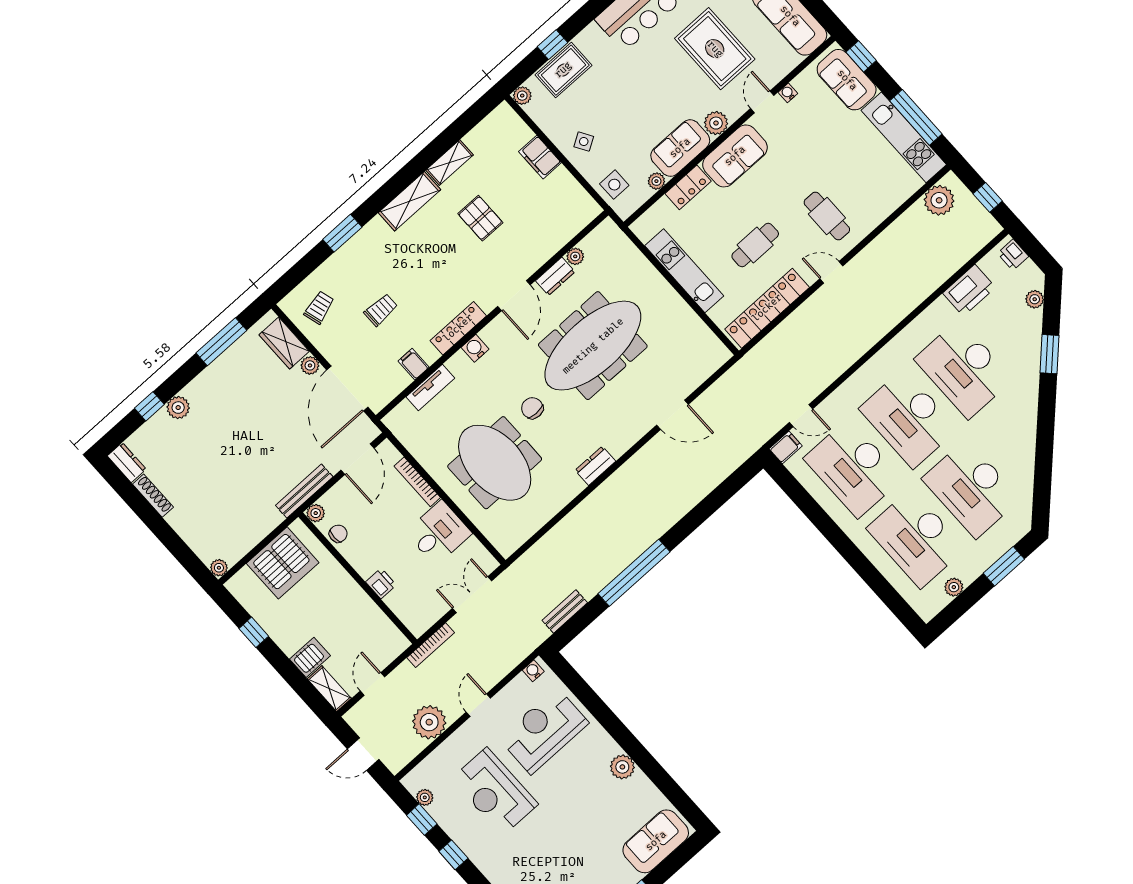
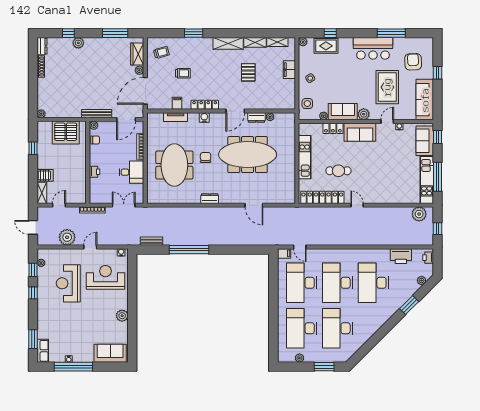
shelving: (483, 131) -> (277, 42), added
cafe table: (827, 216) -> (374, 183), removed

